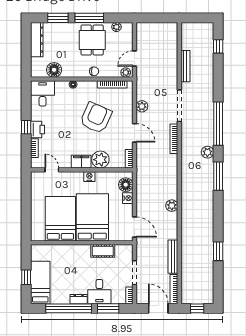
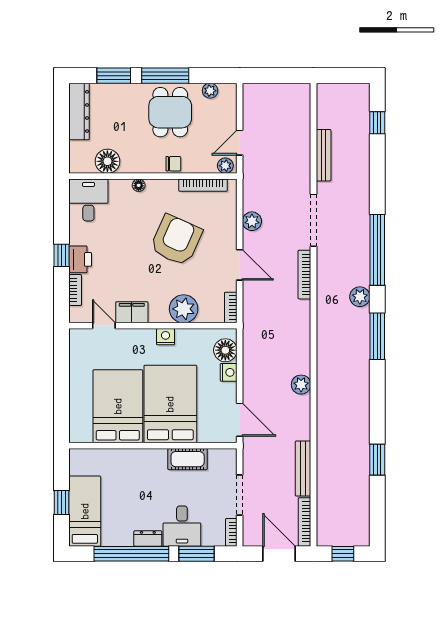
filing cabinet: (81, 162) -> (132, 312), moved

